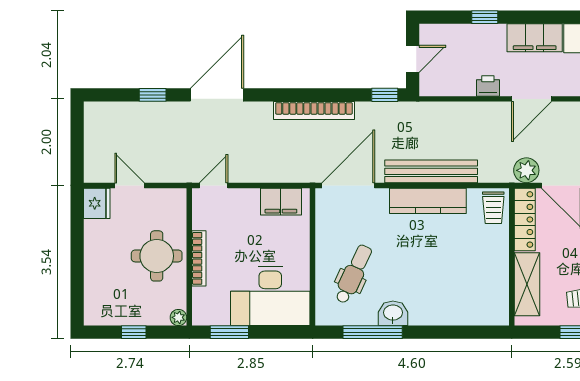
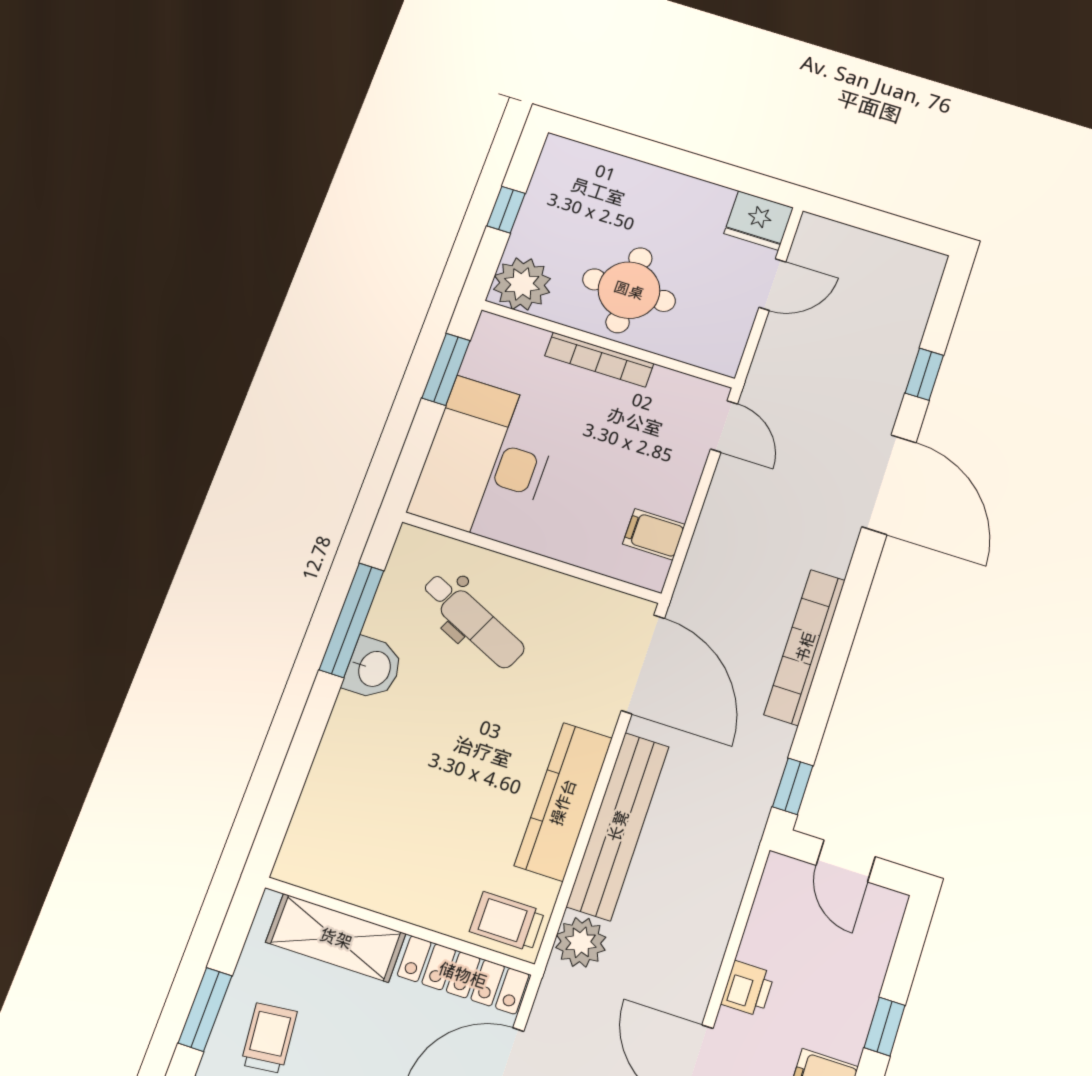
plant: (526, 170) -> (581, 942), moved
filing cabinet: (281, 202) -> (654, 534), width x0.50
plant: (178, 317) -> (522, 284), width x1.88, depth x1.88

